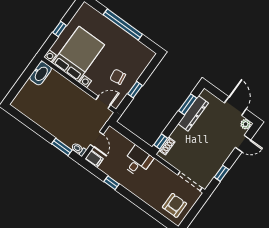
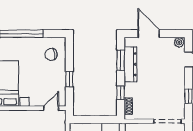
chair: (118, 77) -> (51, 54), moved
door: (235, 106) -> (149, 34), moved
window: (161, 142) -> (121, 93), moved

